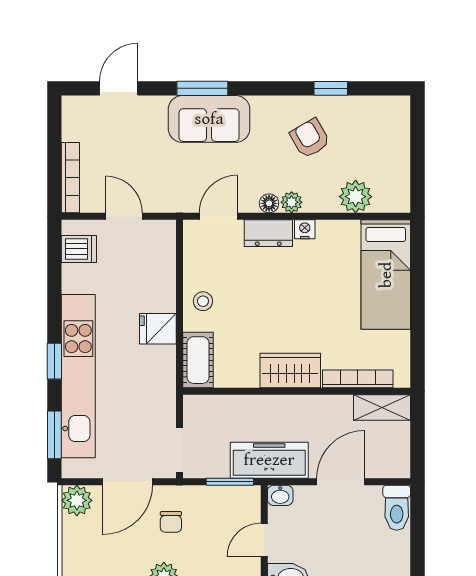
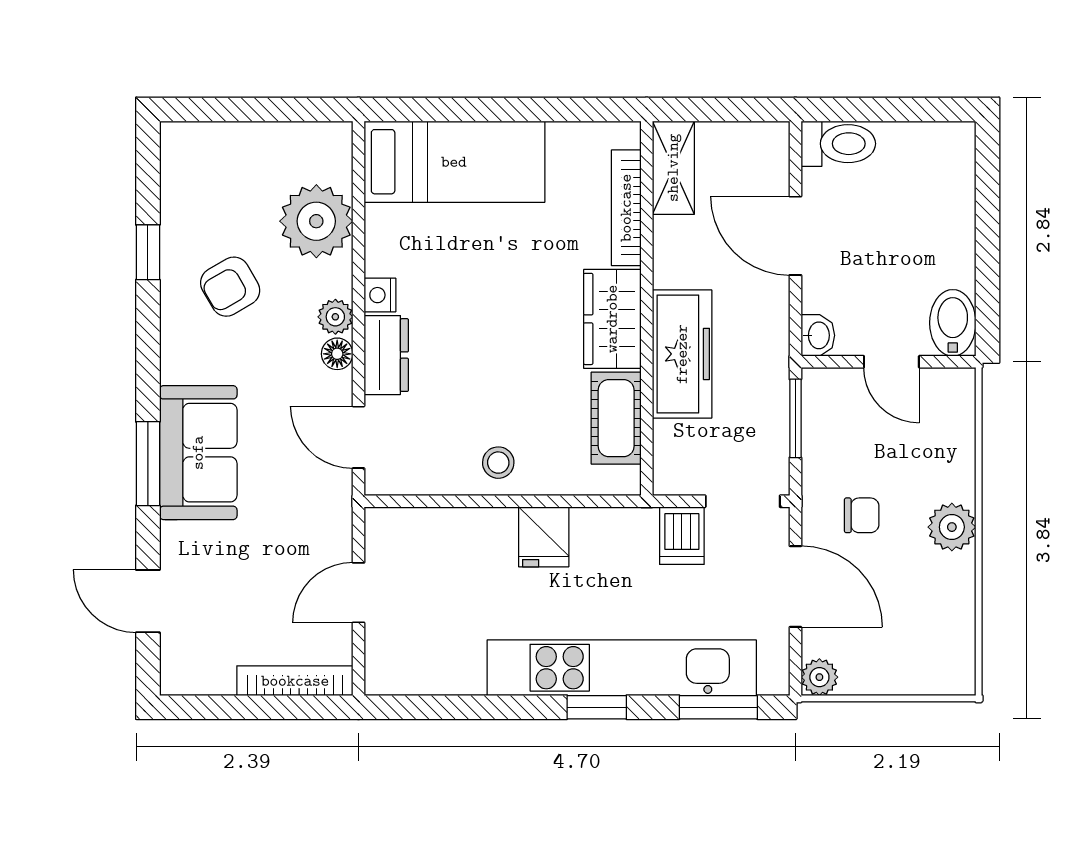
plant: (356, 197) -> (316, 221), width x1.36, depth x1.36
dishwasher: (79, 249) -> (682, 536), moved, turned 180
cot: (198, 360) -> (616, 418), moved, turned 90
freezer: (269, 460) -> (682, 354), moved, turned 180
plant: (77, 500) -> (819, 677), width x0.73, depth x0.73

